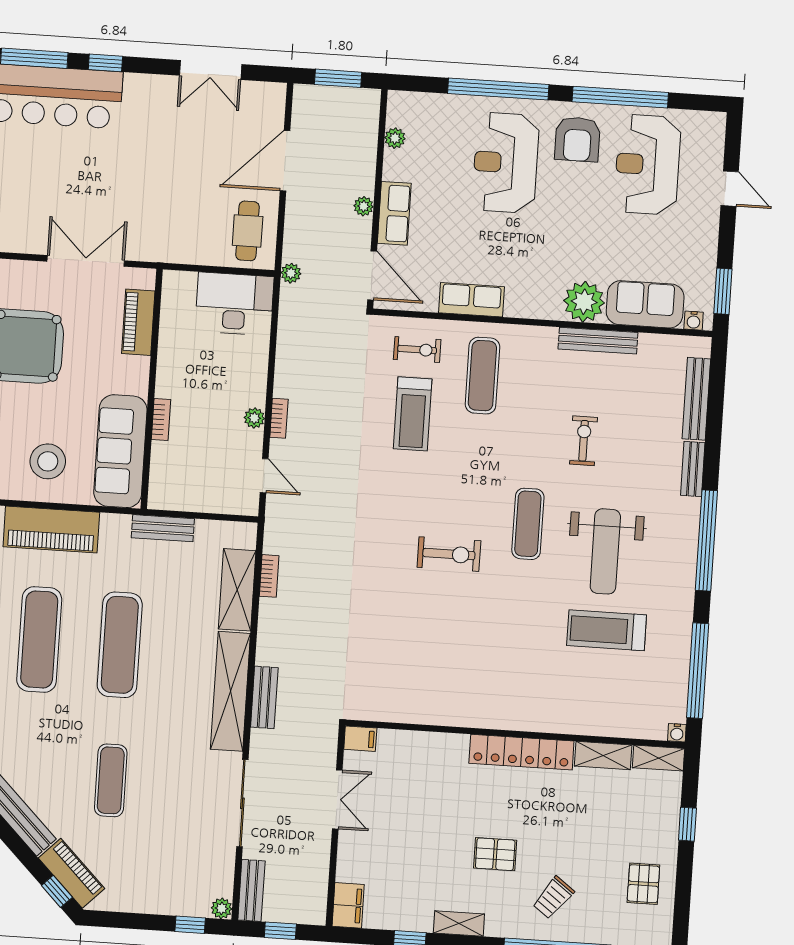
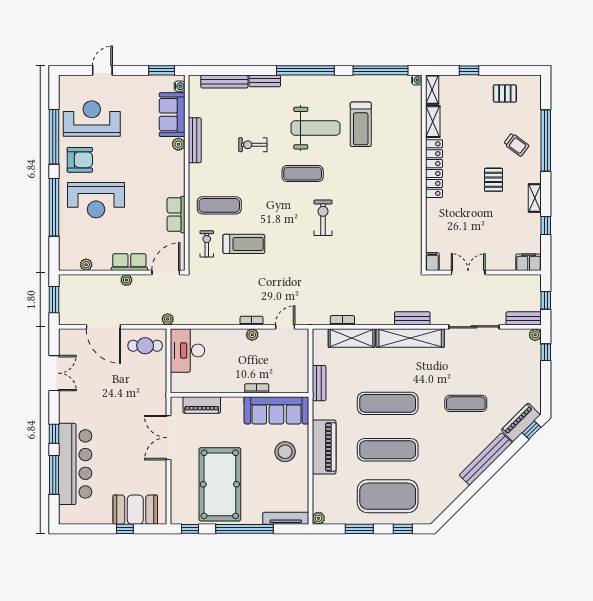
reception desk: (648, 165) -> (92, 119), turned 180
plant: (584, 302) -> (178, 144), width x0.53, depth x0.53

